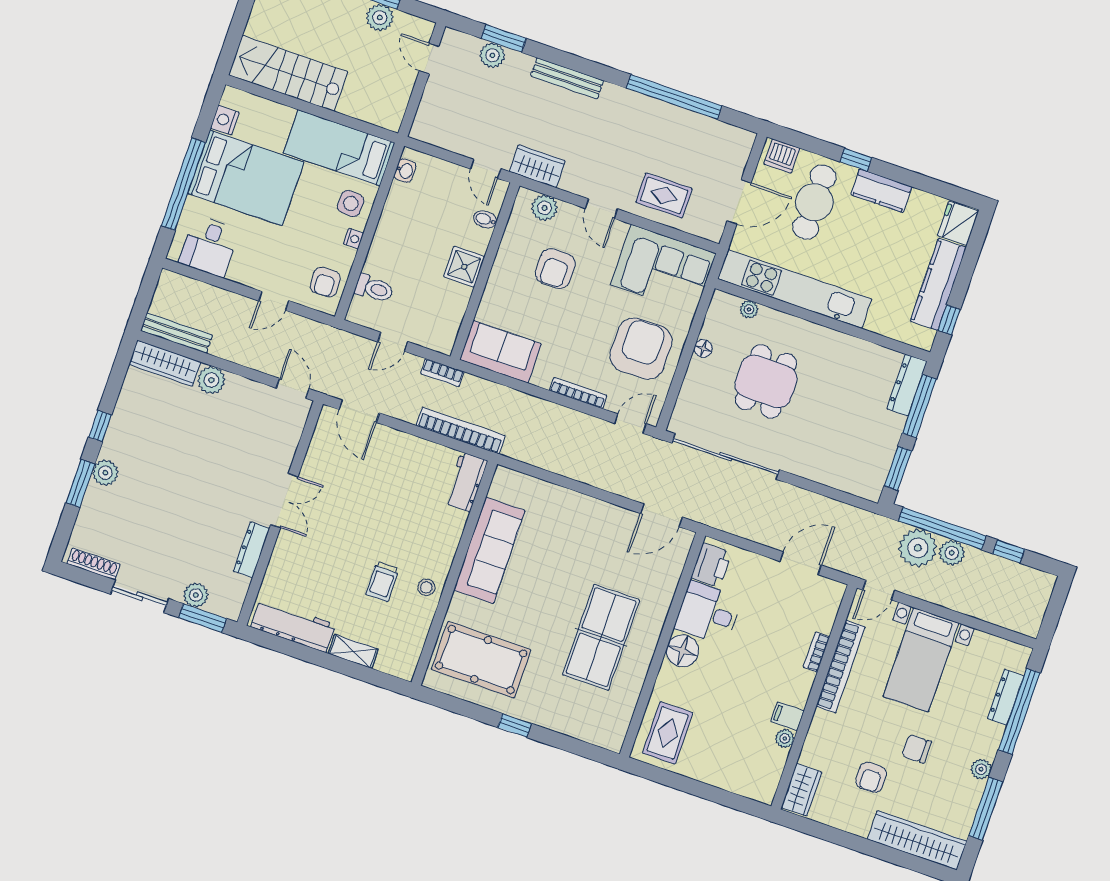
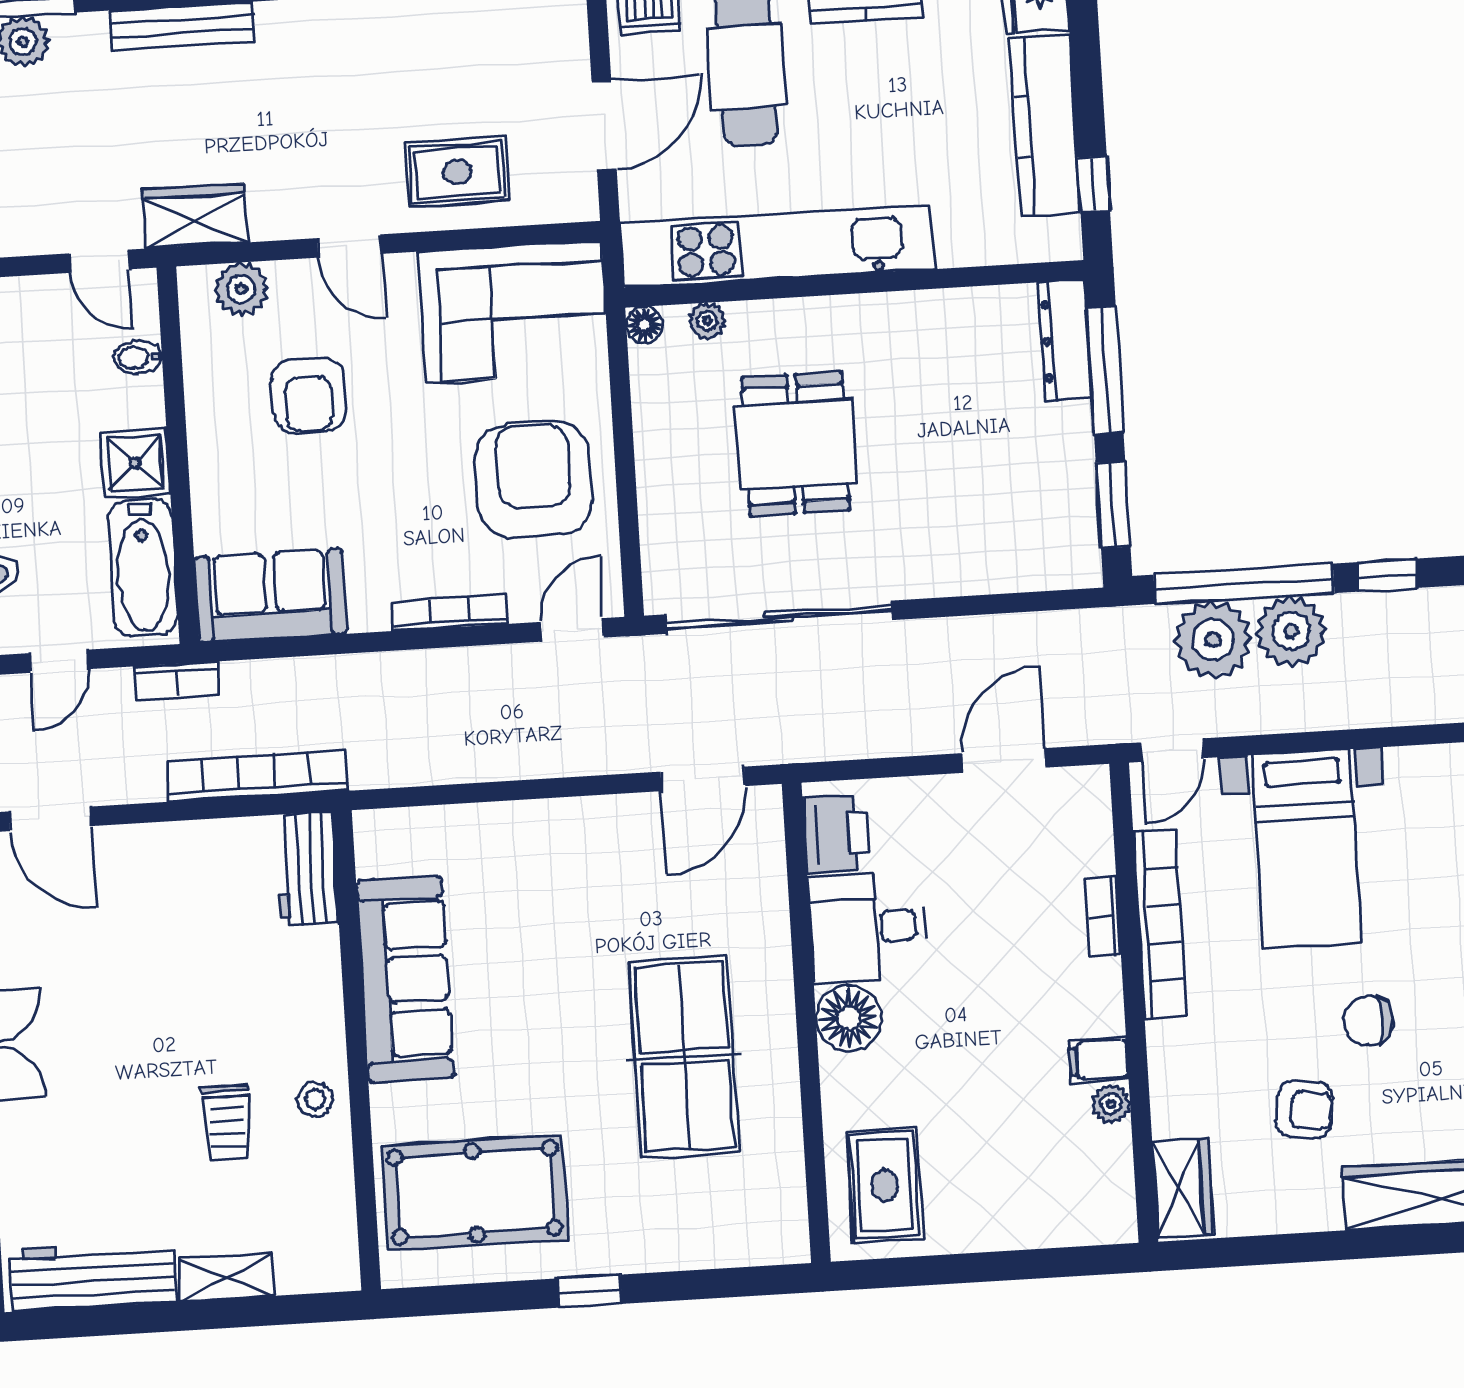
bathtub: (448, 315) -> (143, 568), added
floor lamp: (703, 348) -> (645, 325), moved
plant: (952, 553) -> (1291, 631), width x1.36, depth x1.36
armchair: (871, 777) -> (1304, 1110), turned -81

